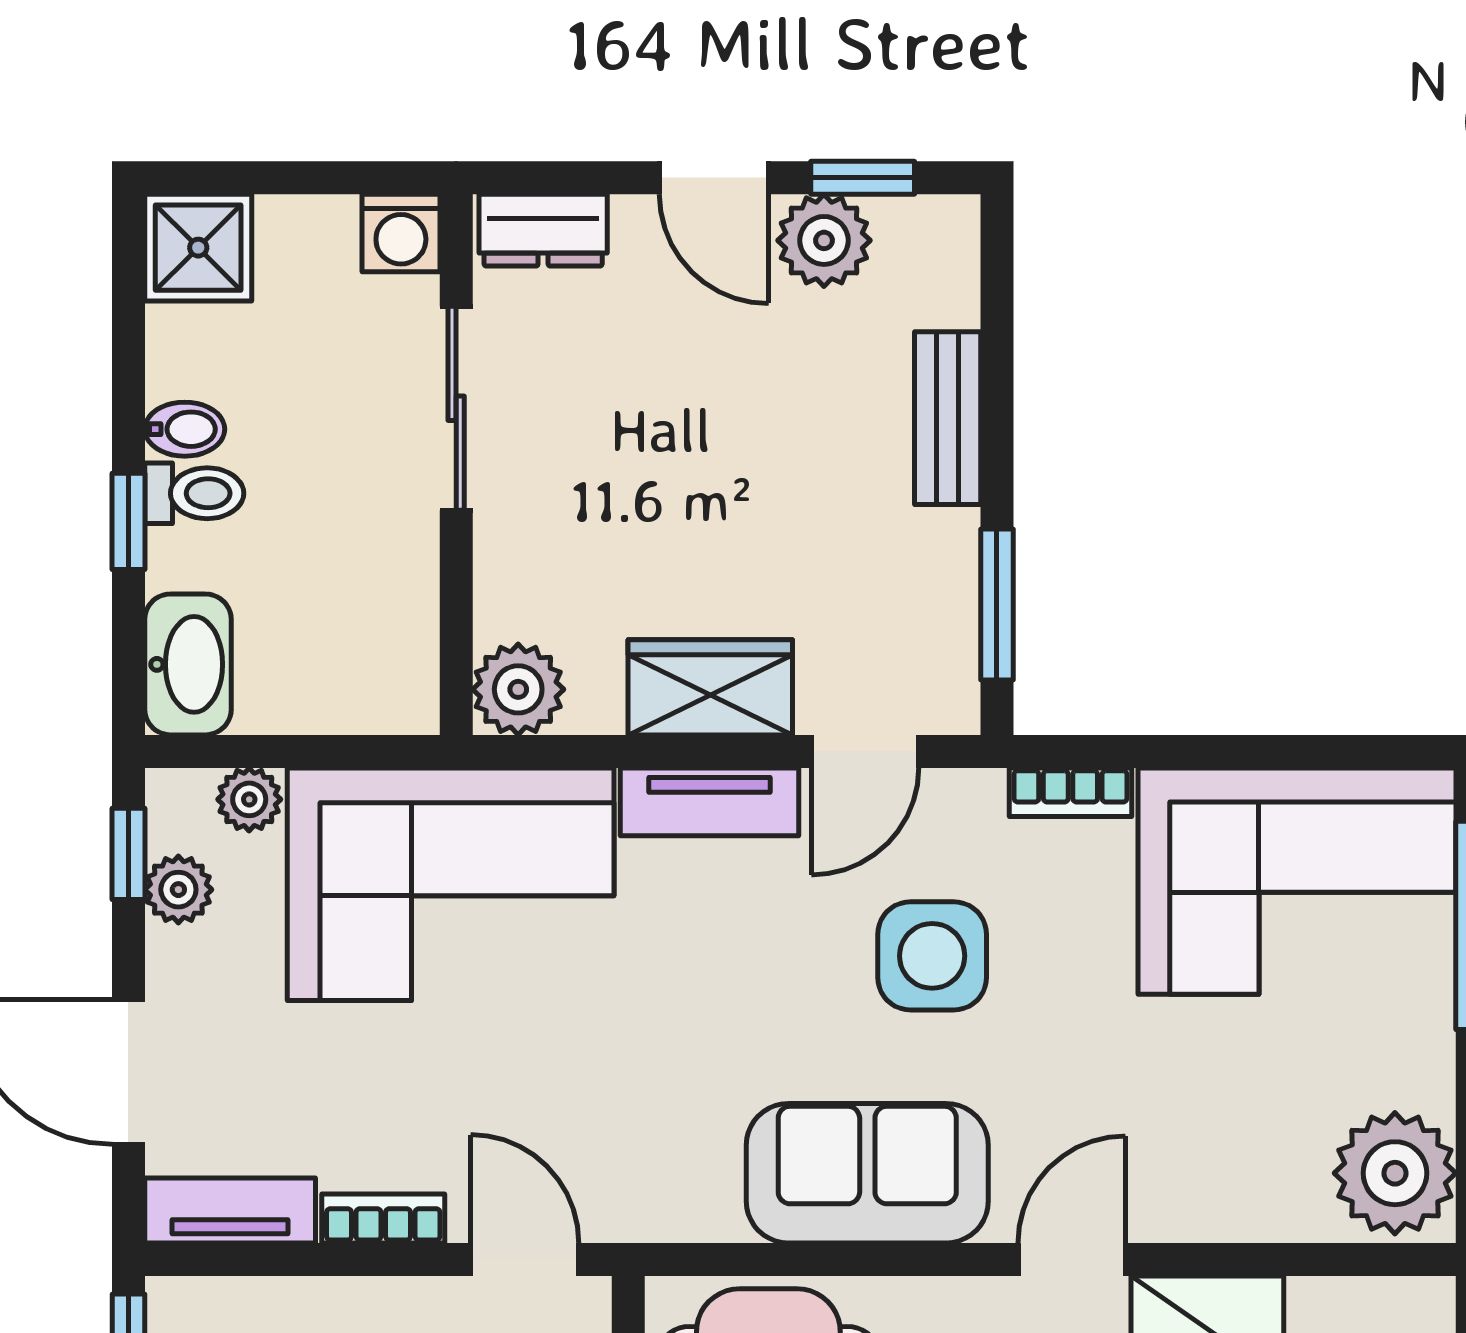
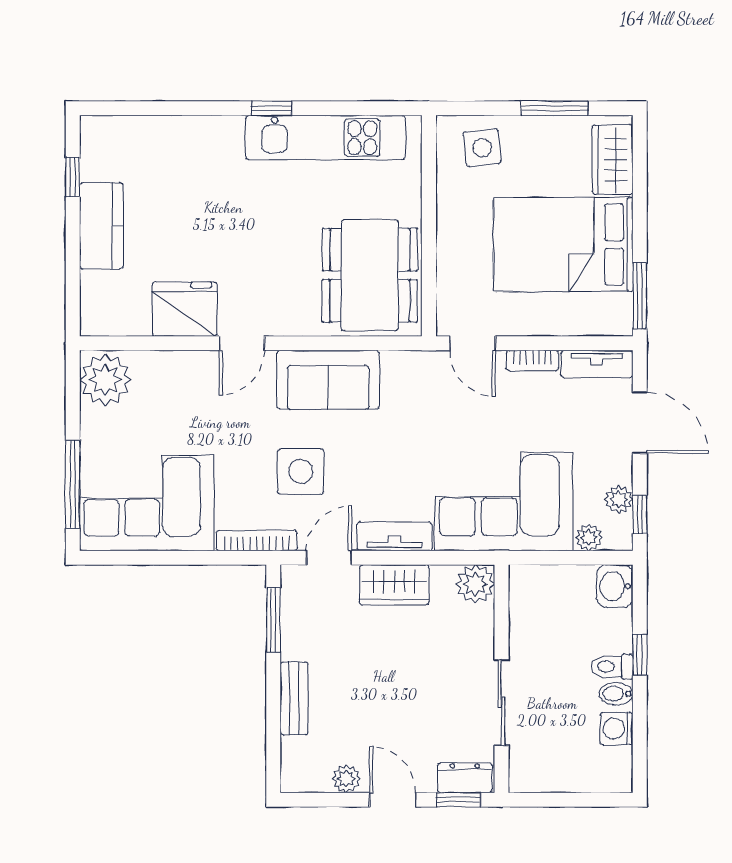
window: (863, 178) -> (458, 800), moved
washing machine: (401, 233) -> (616, 729), moved, turned -90
plant: (824, 240) -> (346, 779), width x0.73, depth x0.73
shower: (198, 248) -> (610, 770), removed
washbasin: (188, 664) -> (615, 586), width x0.72
bookcase: (1070, 792) -> (257, 540), width x1.56

